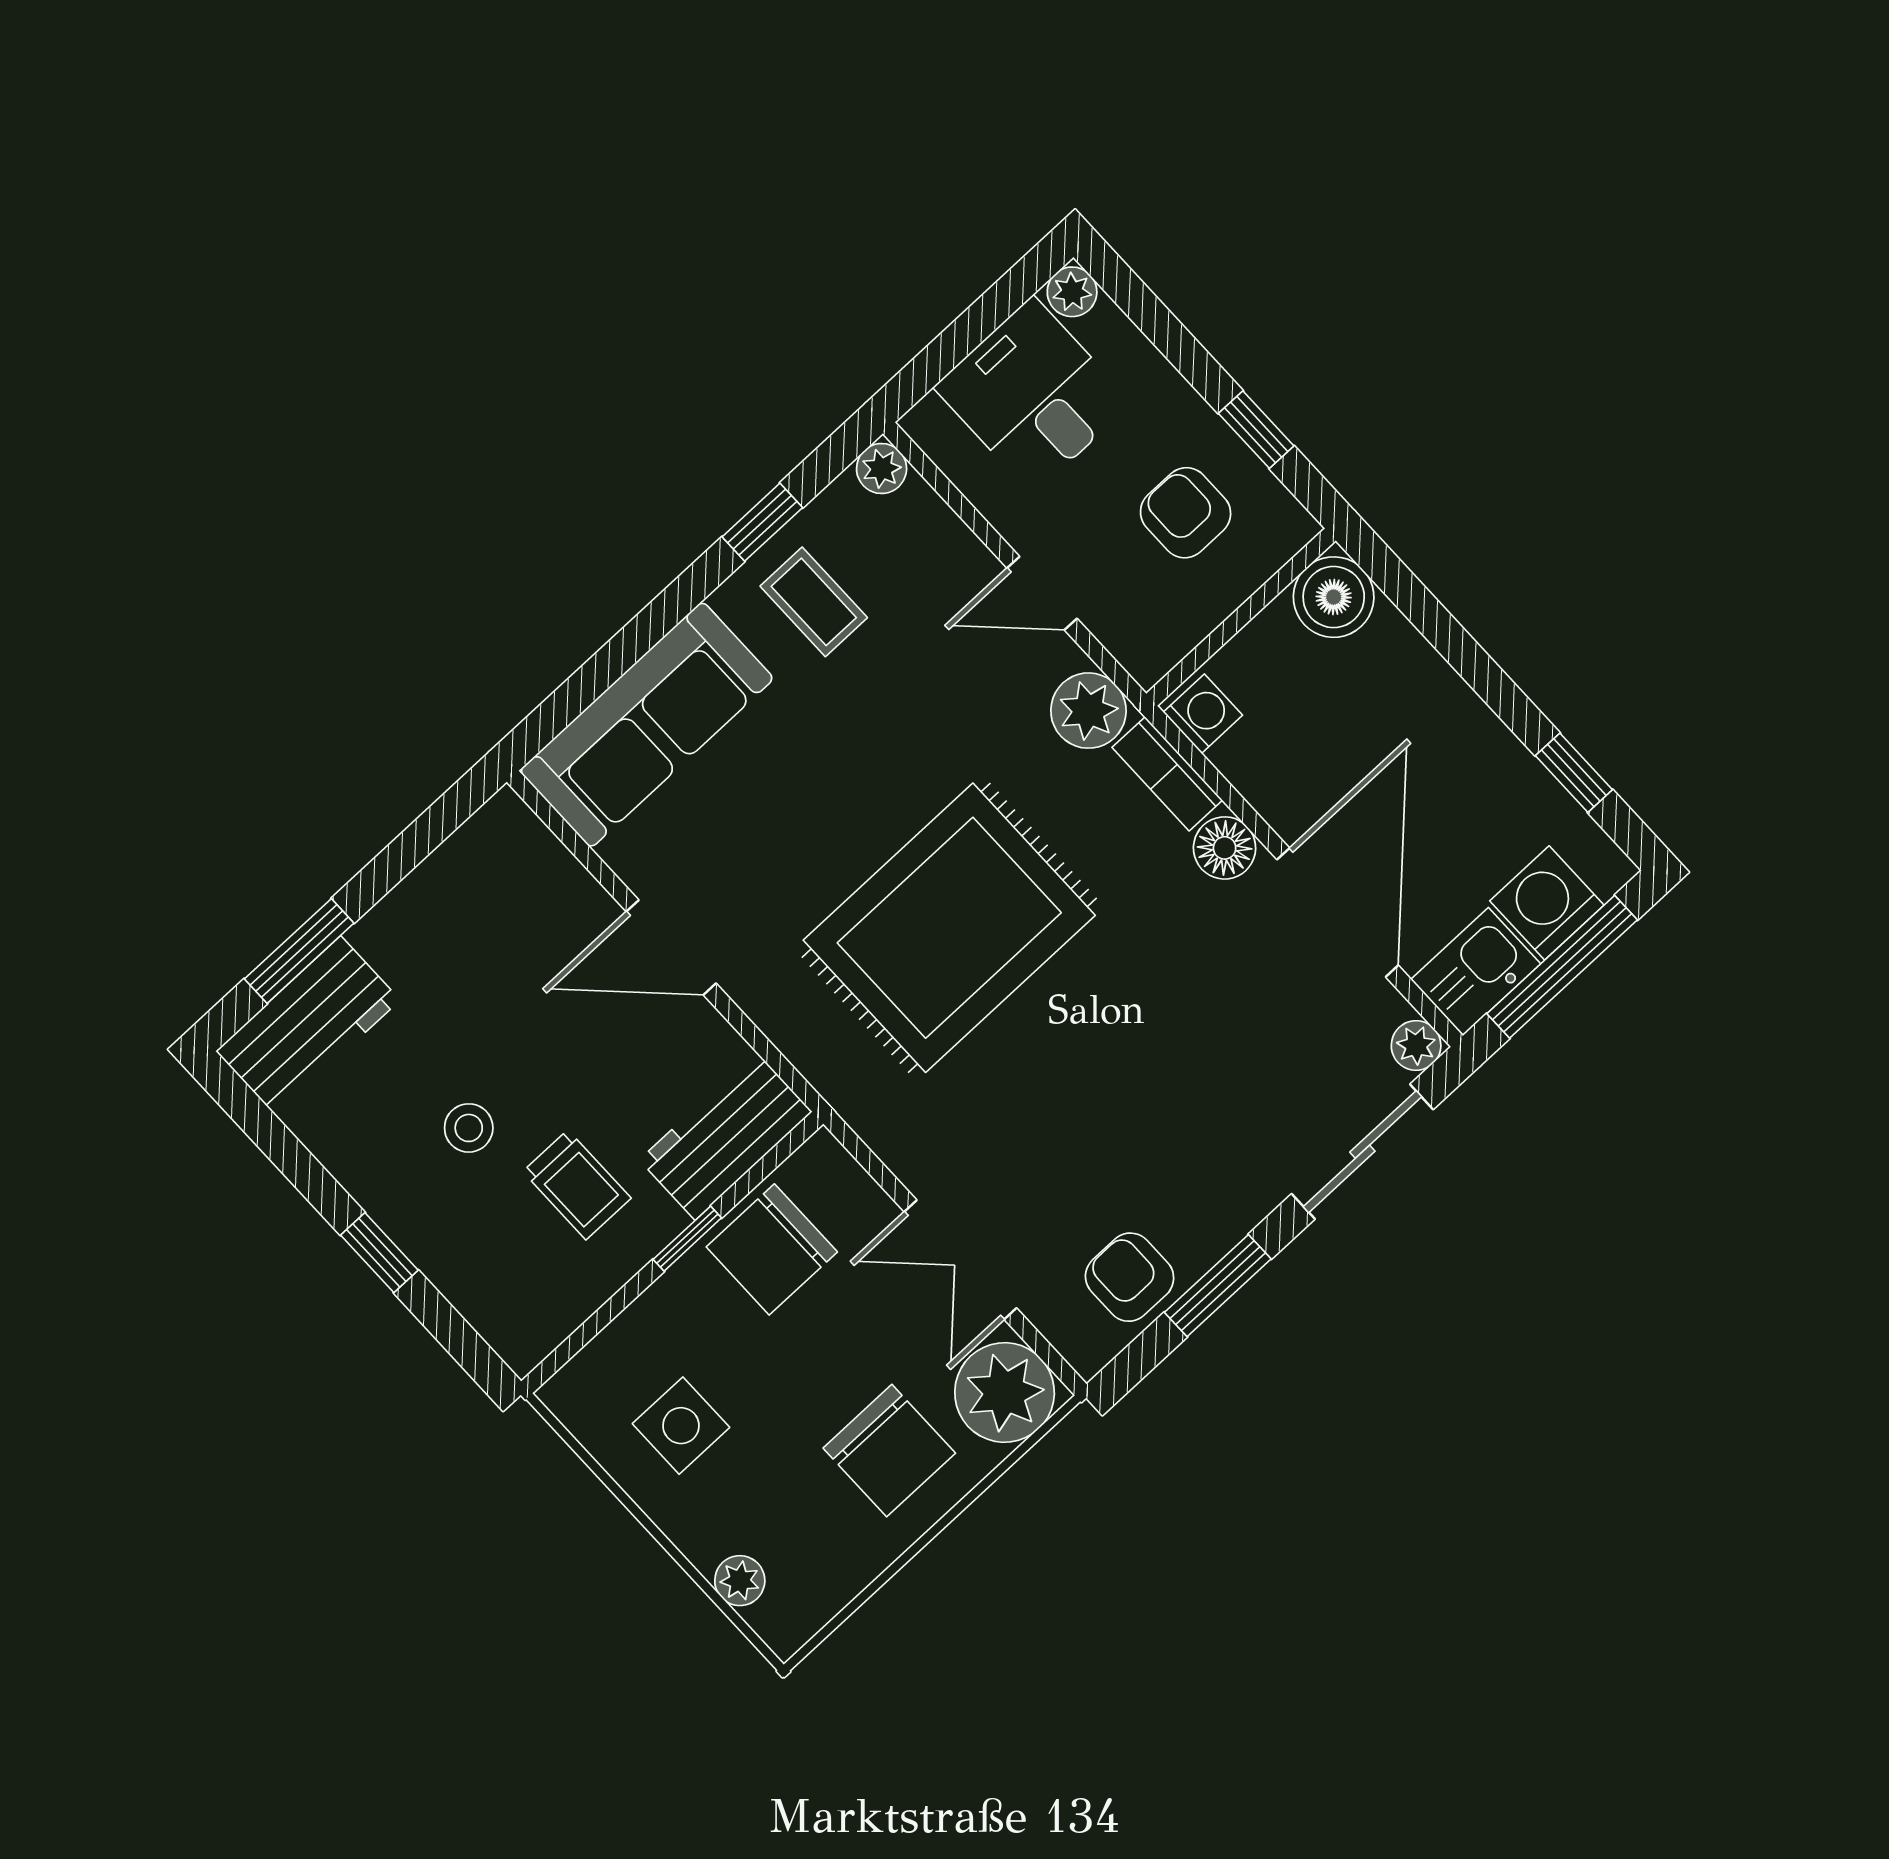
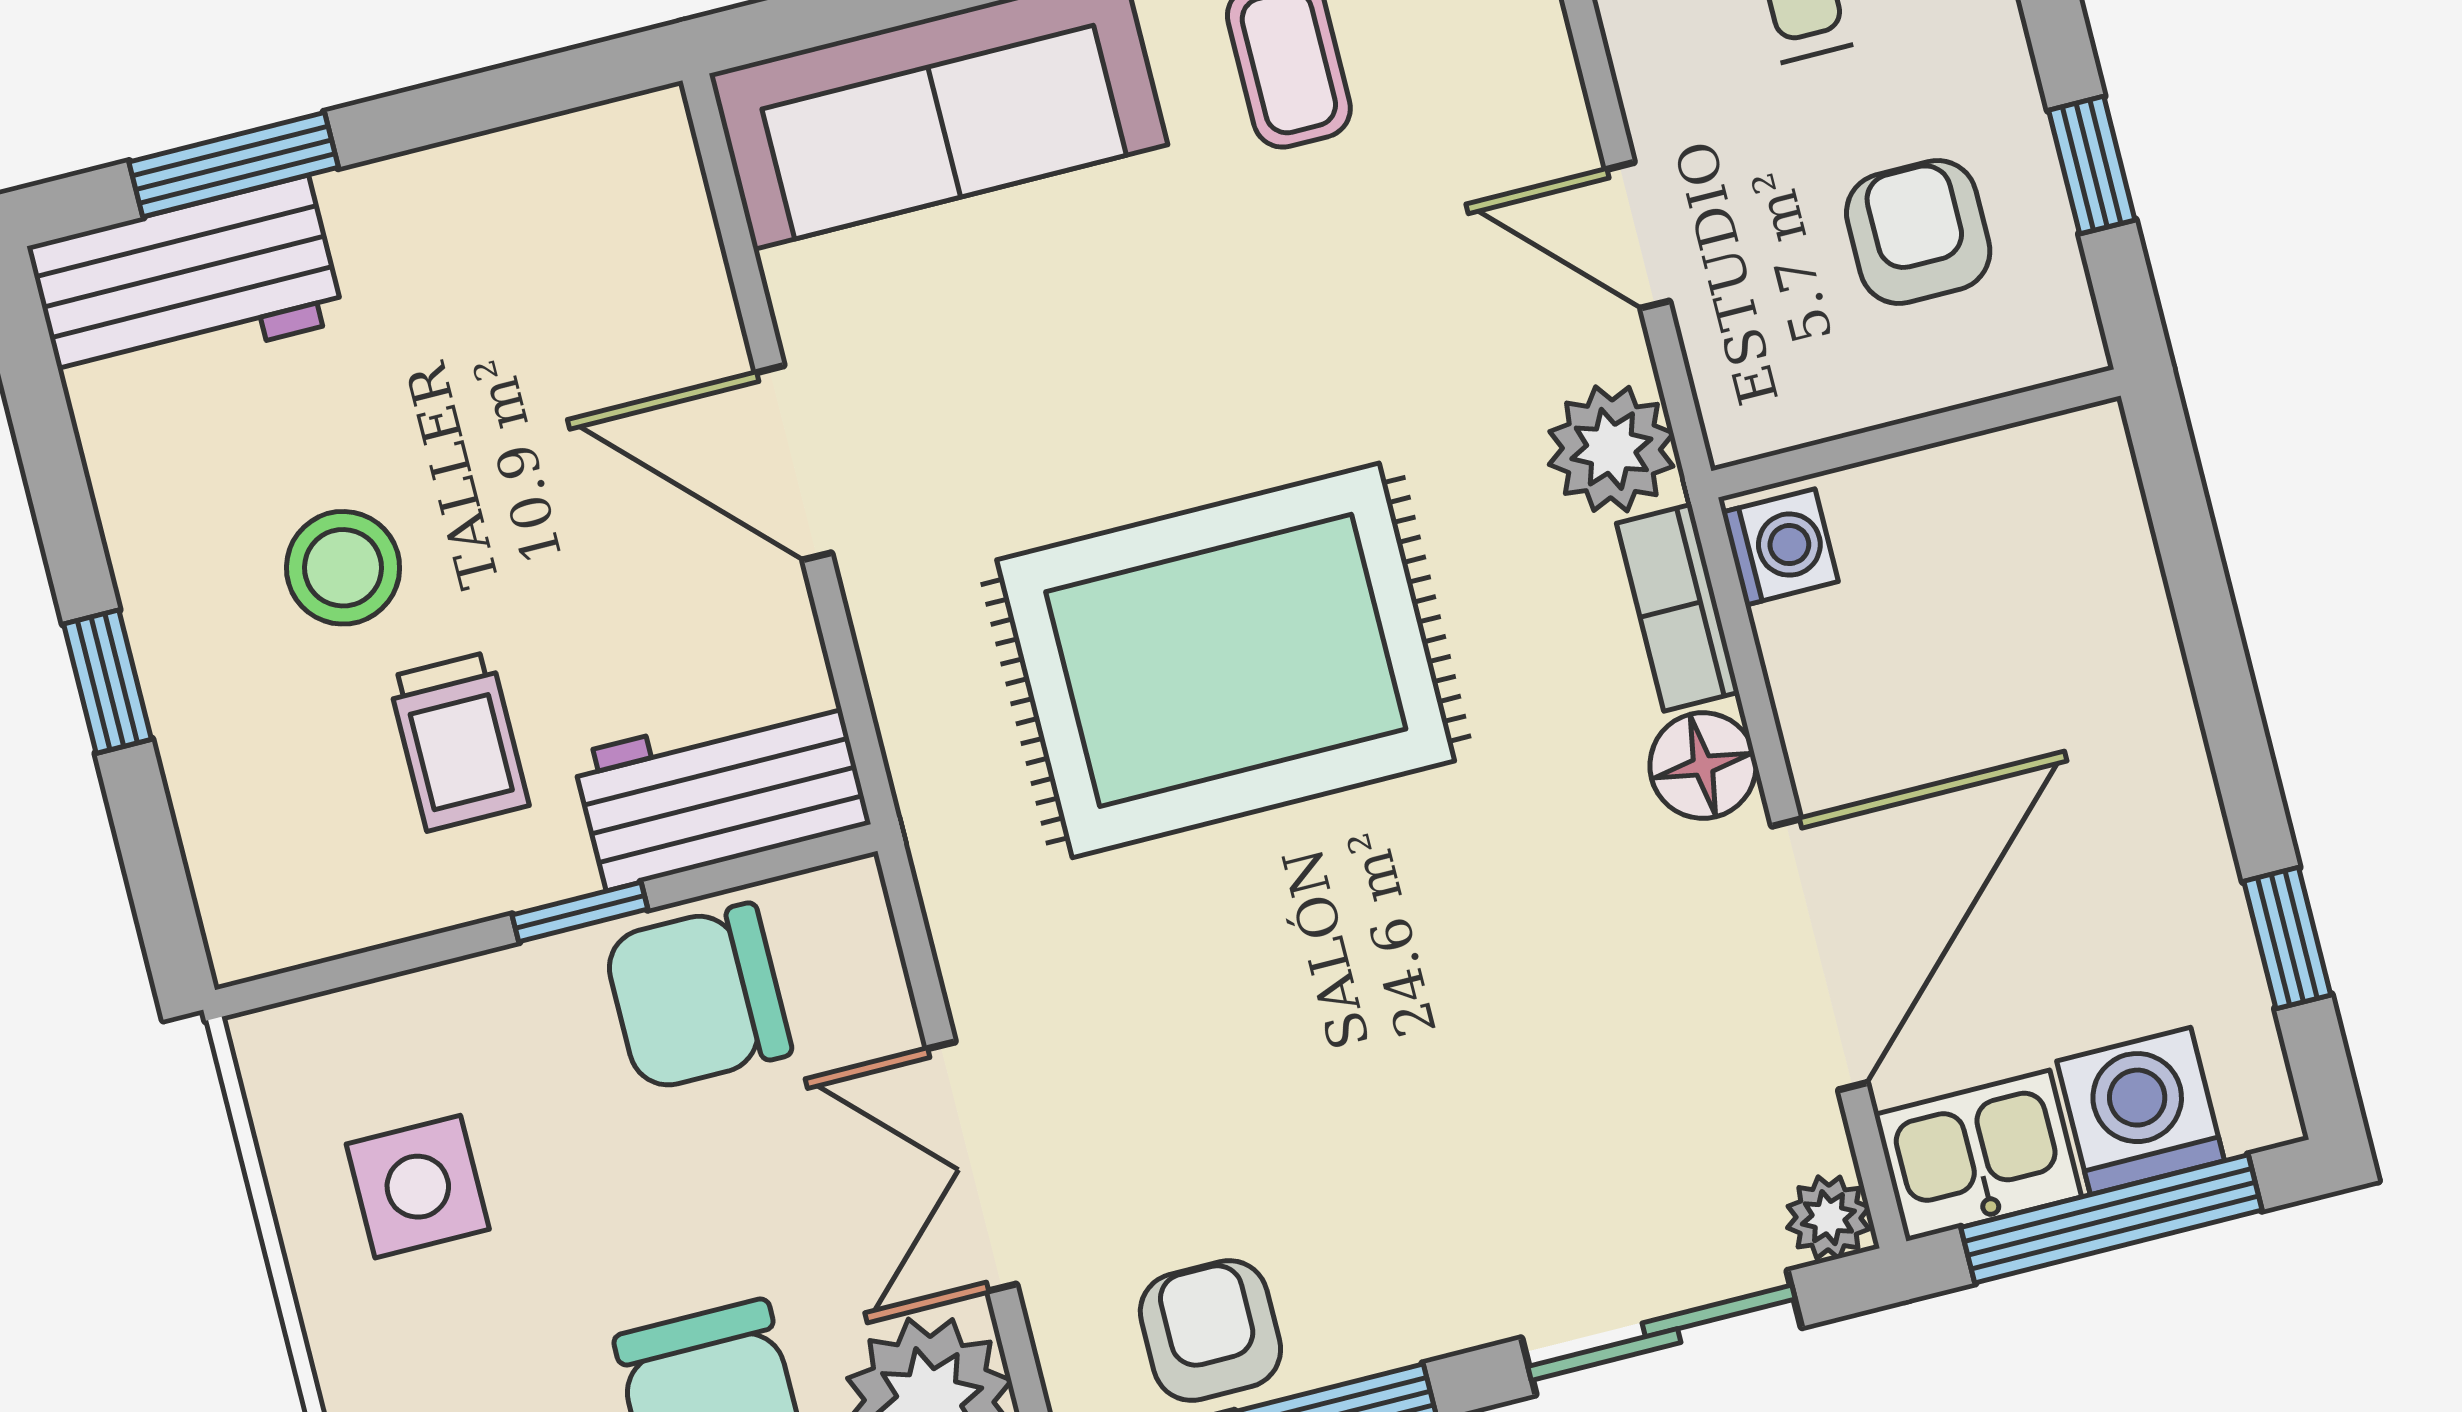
boiler: (1334, 597) -> (2071, 479), removed
stool: (469, 1128) -> (343, 568), width x1.37, depth x1.37

